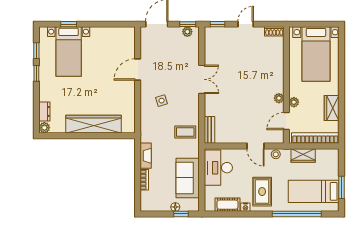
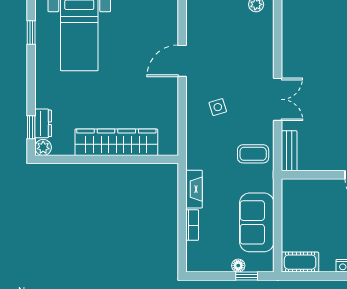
window: (36, 73) -> (31, 127), moved
double door: (202, 79) -> (278, 99), moved
desk: (218, 168) -> (302, 207), removed
cot: (227, 205) -> (300, 262), moved

